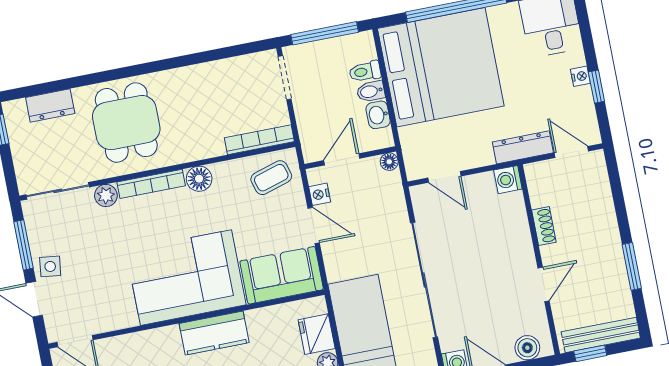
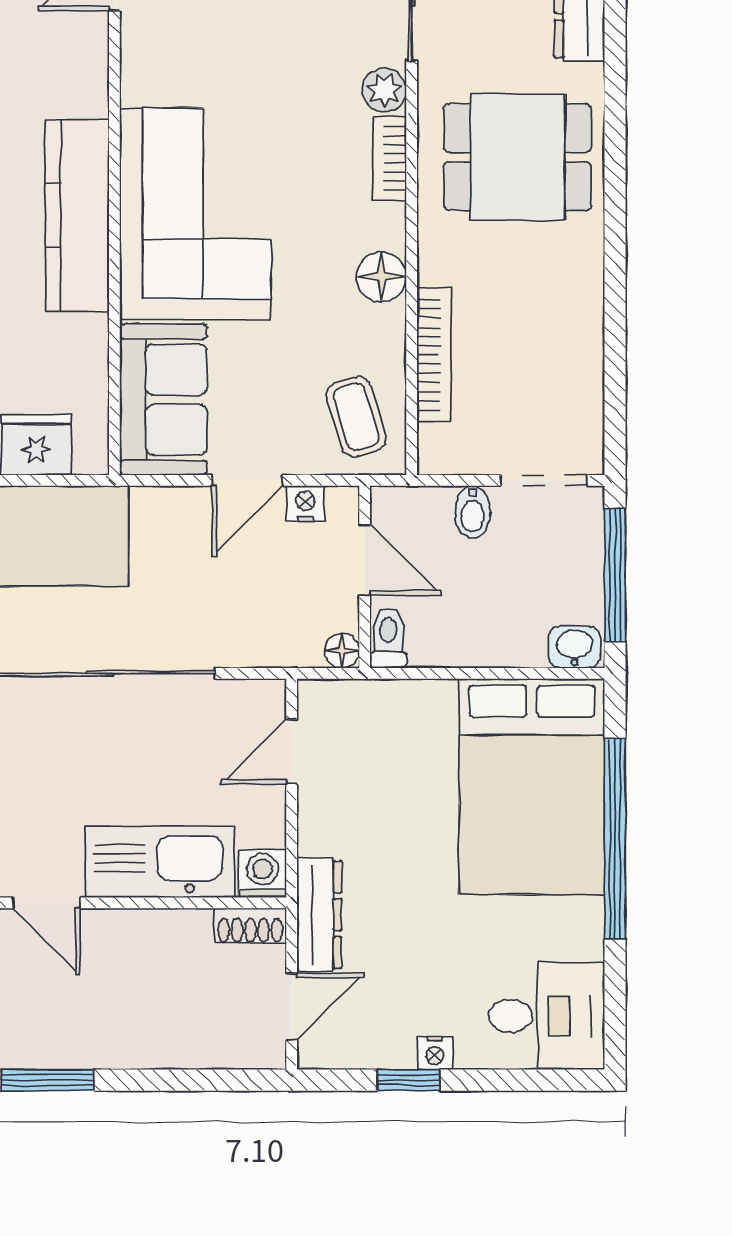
bed: (441, 67) -> (532, 786), width x0.73
toilet: (365, 72) -> (388, 638), moved
bidet: (371, 91) -> (473, 512), moved, turned 180
washbasin: (378, 115) -> (574, 647), moved
bookcase: (259, 140) -> (434, 355), moved
bookcase: (151, 184) -> (390, 158), width x0.64
shoe rack: (544, 226) -> (250, 926), moved
kitchen sink: (512, 232) -> (160, 862), added
kitchen counter: (214, 333) -> (77, 215), width x1.50

